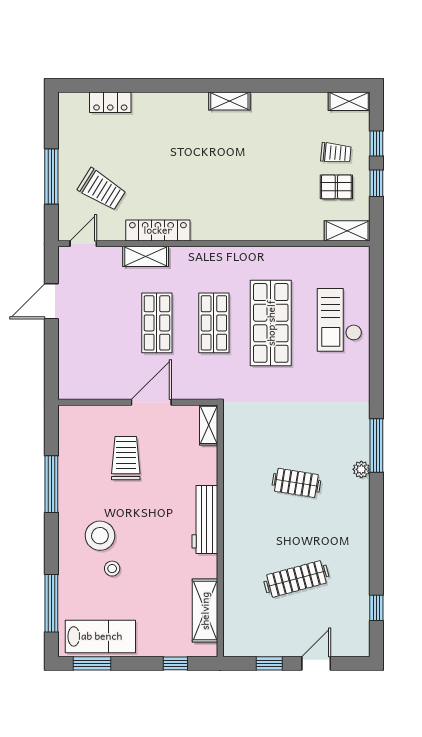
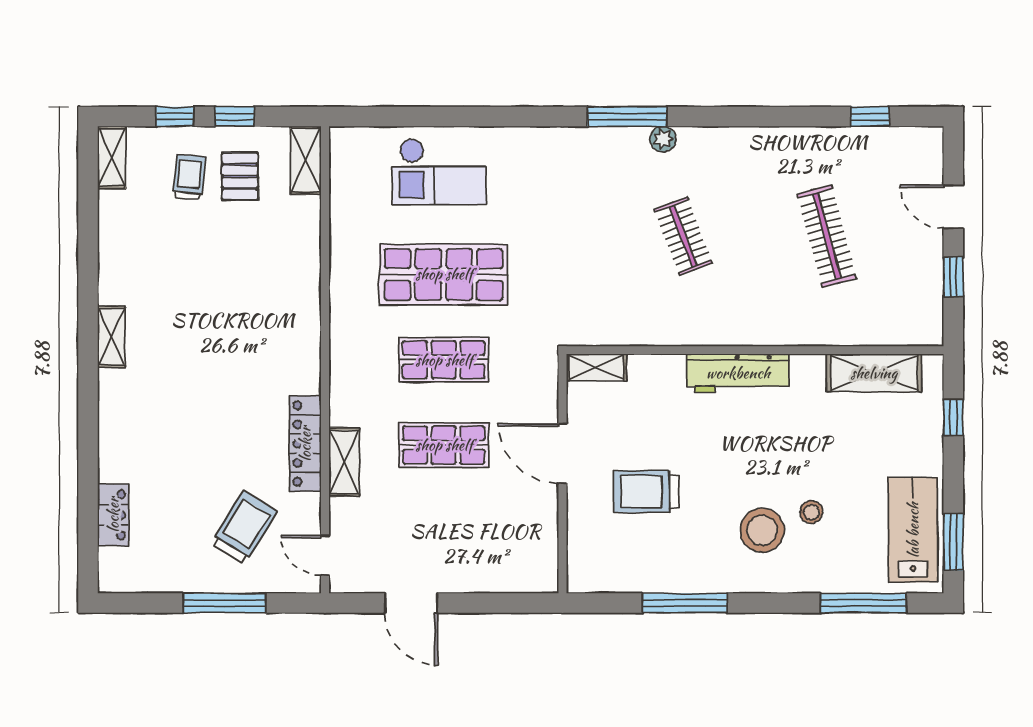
clothes rail: (296, 483) -> (683, 236), turned -30

